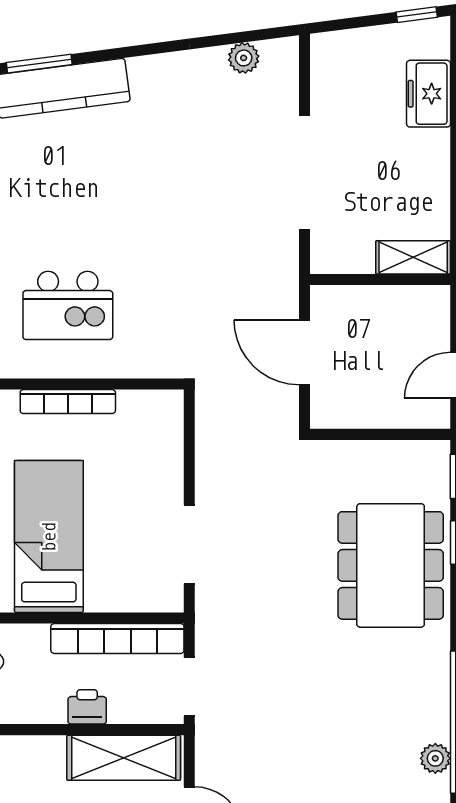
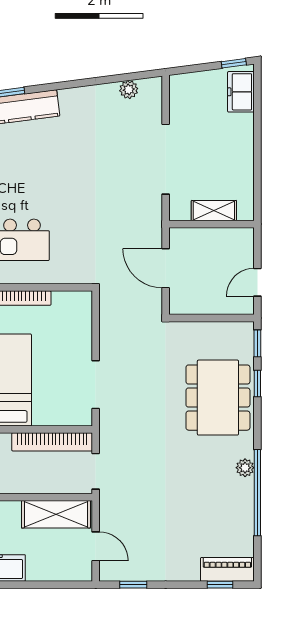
freezer: (429, 94) -> (241, 92), moved
shelving: (413, 257) -> (214, 211), moved
printer: (87, 707) -> (34, 483), removed
plant: (435, 758) -> (245, 468), moved

